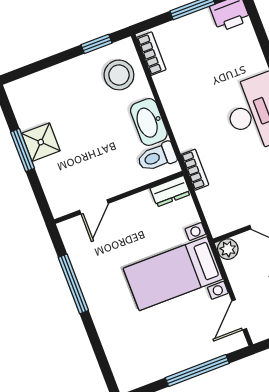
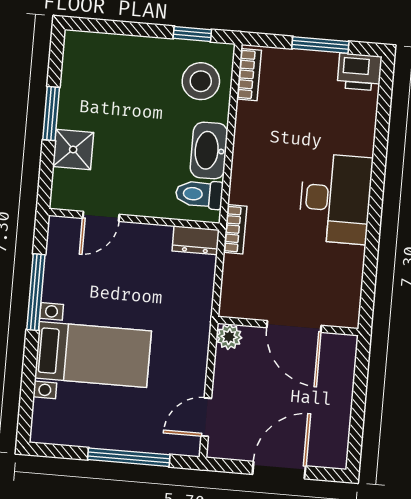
shower: (41, 142) -> (73, 150), moved
bed with nightstands: (173, 274) -> (93, 354), moved, turned 180

